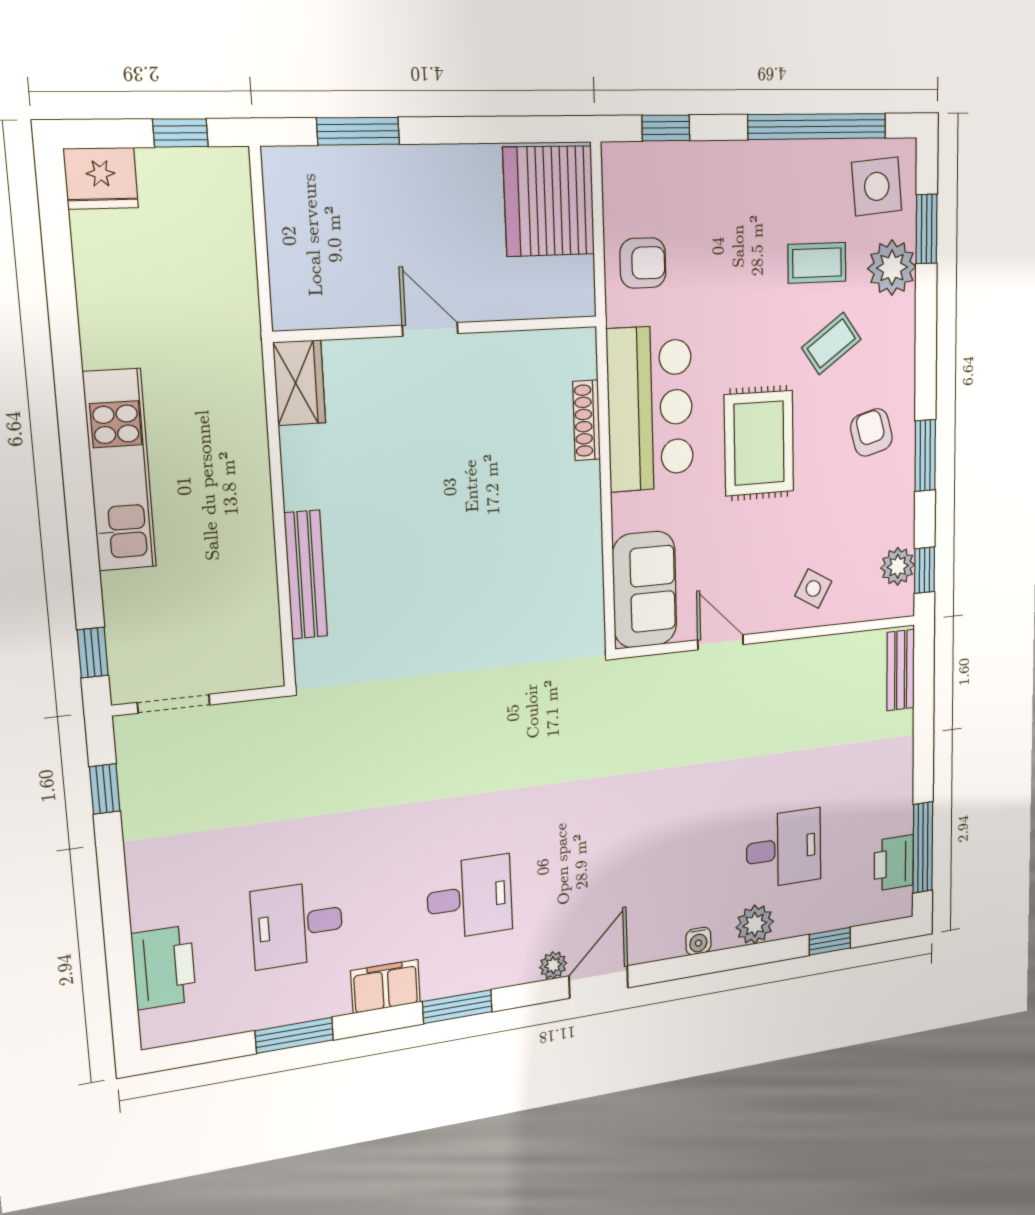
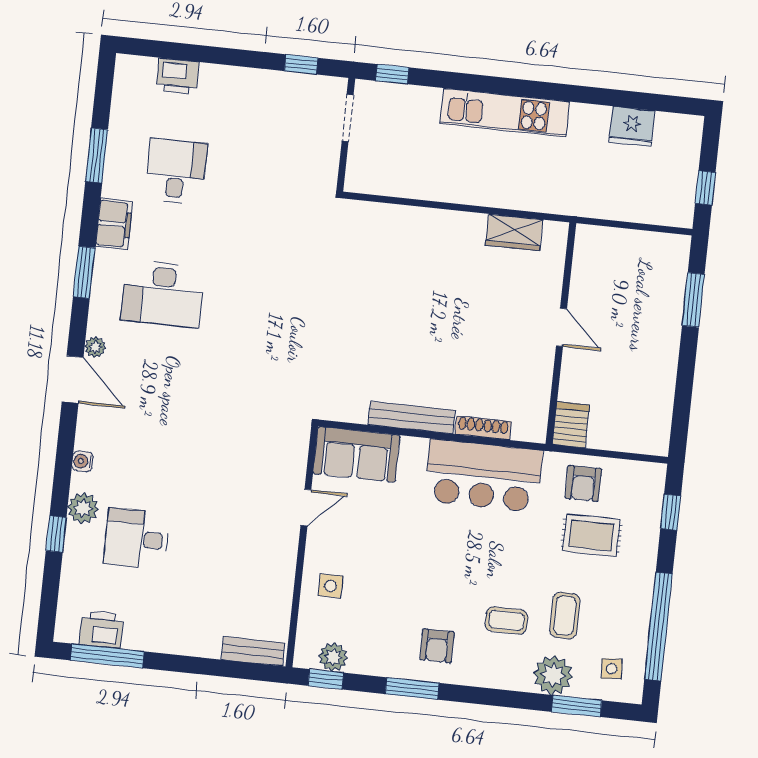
fridge: (101, 178) -> (632, 126), moved, turned -90
side table: (877, 186) -> (612, 669), width x0.54, depth x0.54
server rack: (549, 201) -> (571, 425), moved, width x0.46, depth x0.70
door: (430, 329) -> (562, 327), hinge flipped
coffee table: (831, 343) -> (506, 620), turned -55
wardrobe: (299, 383) -> (514, 232), moved
armchair: (871, 432) -> (437, 646), turned 105
rug: (759, 443) -> (591, 535), moved, width x0.73, depth x0.70
bench: (306, 575) -> (411, 418), moved
side table: (813, 589) -> (330, 586), turned -30
desk: (784, 849) -> (137, 539), turned 90
desk: (470, 898) -> (163, 294), width x1.37
window: (830, 941) -> (56, 534), moved
printer: (164, 967) -> (178, 76), width x0.73, depth x0.84

